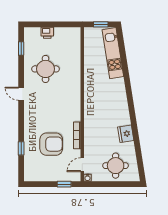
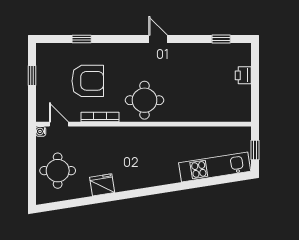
round table: (46, 69) -> (145, 100), moved
door: (21, 94) -> (158, 39), hinge flipped
armchair: (51, 144) -> (88, 81), turned -90
window: (64, 184) -> (32, 75), moved

